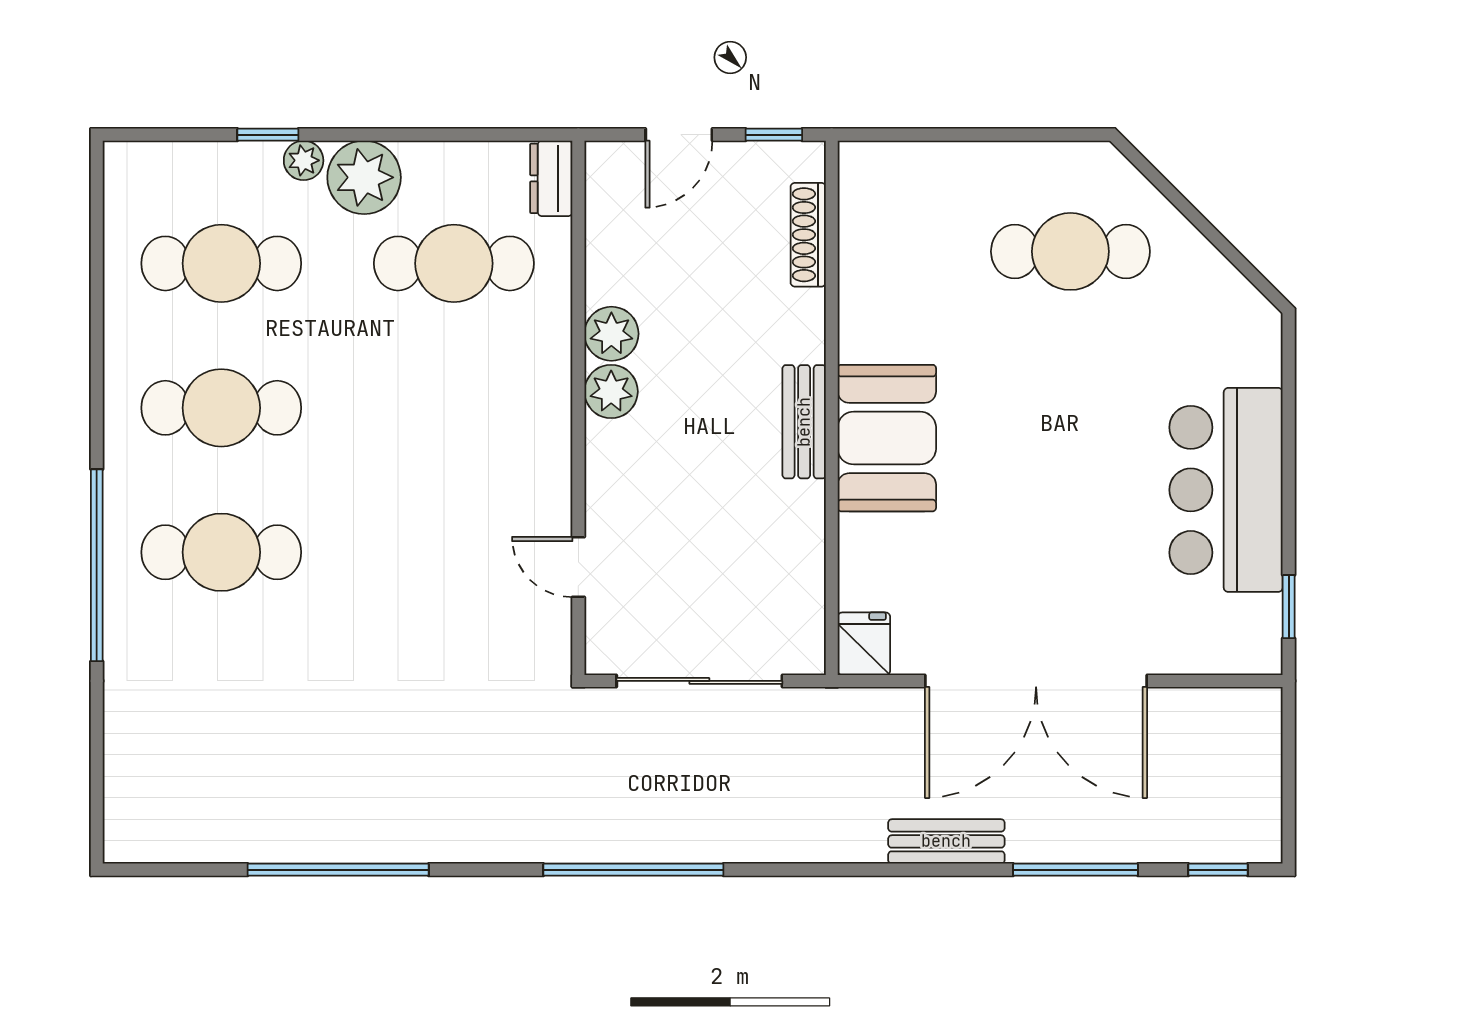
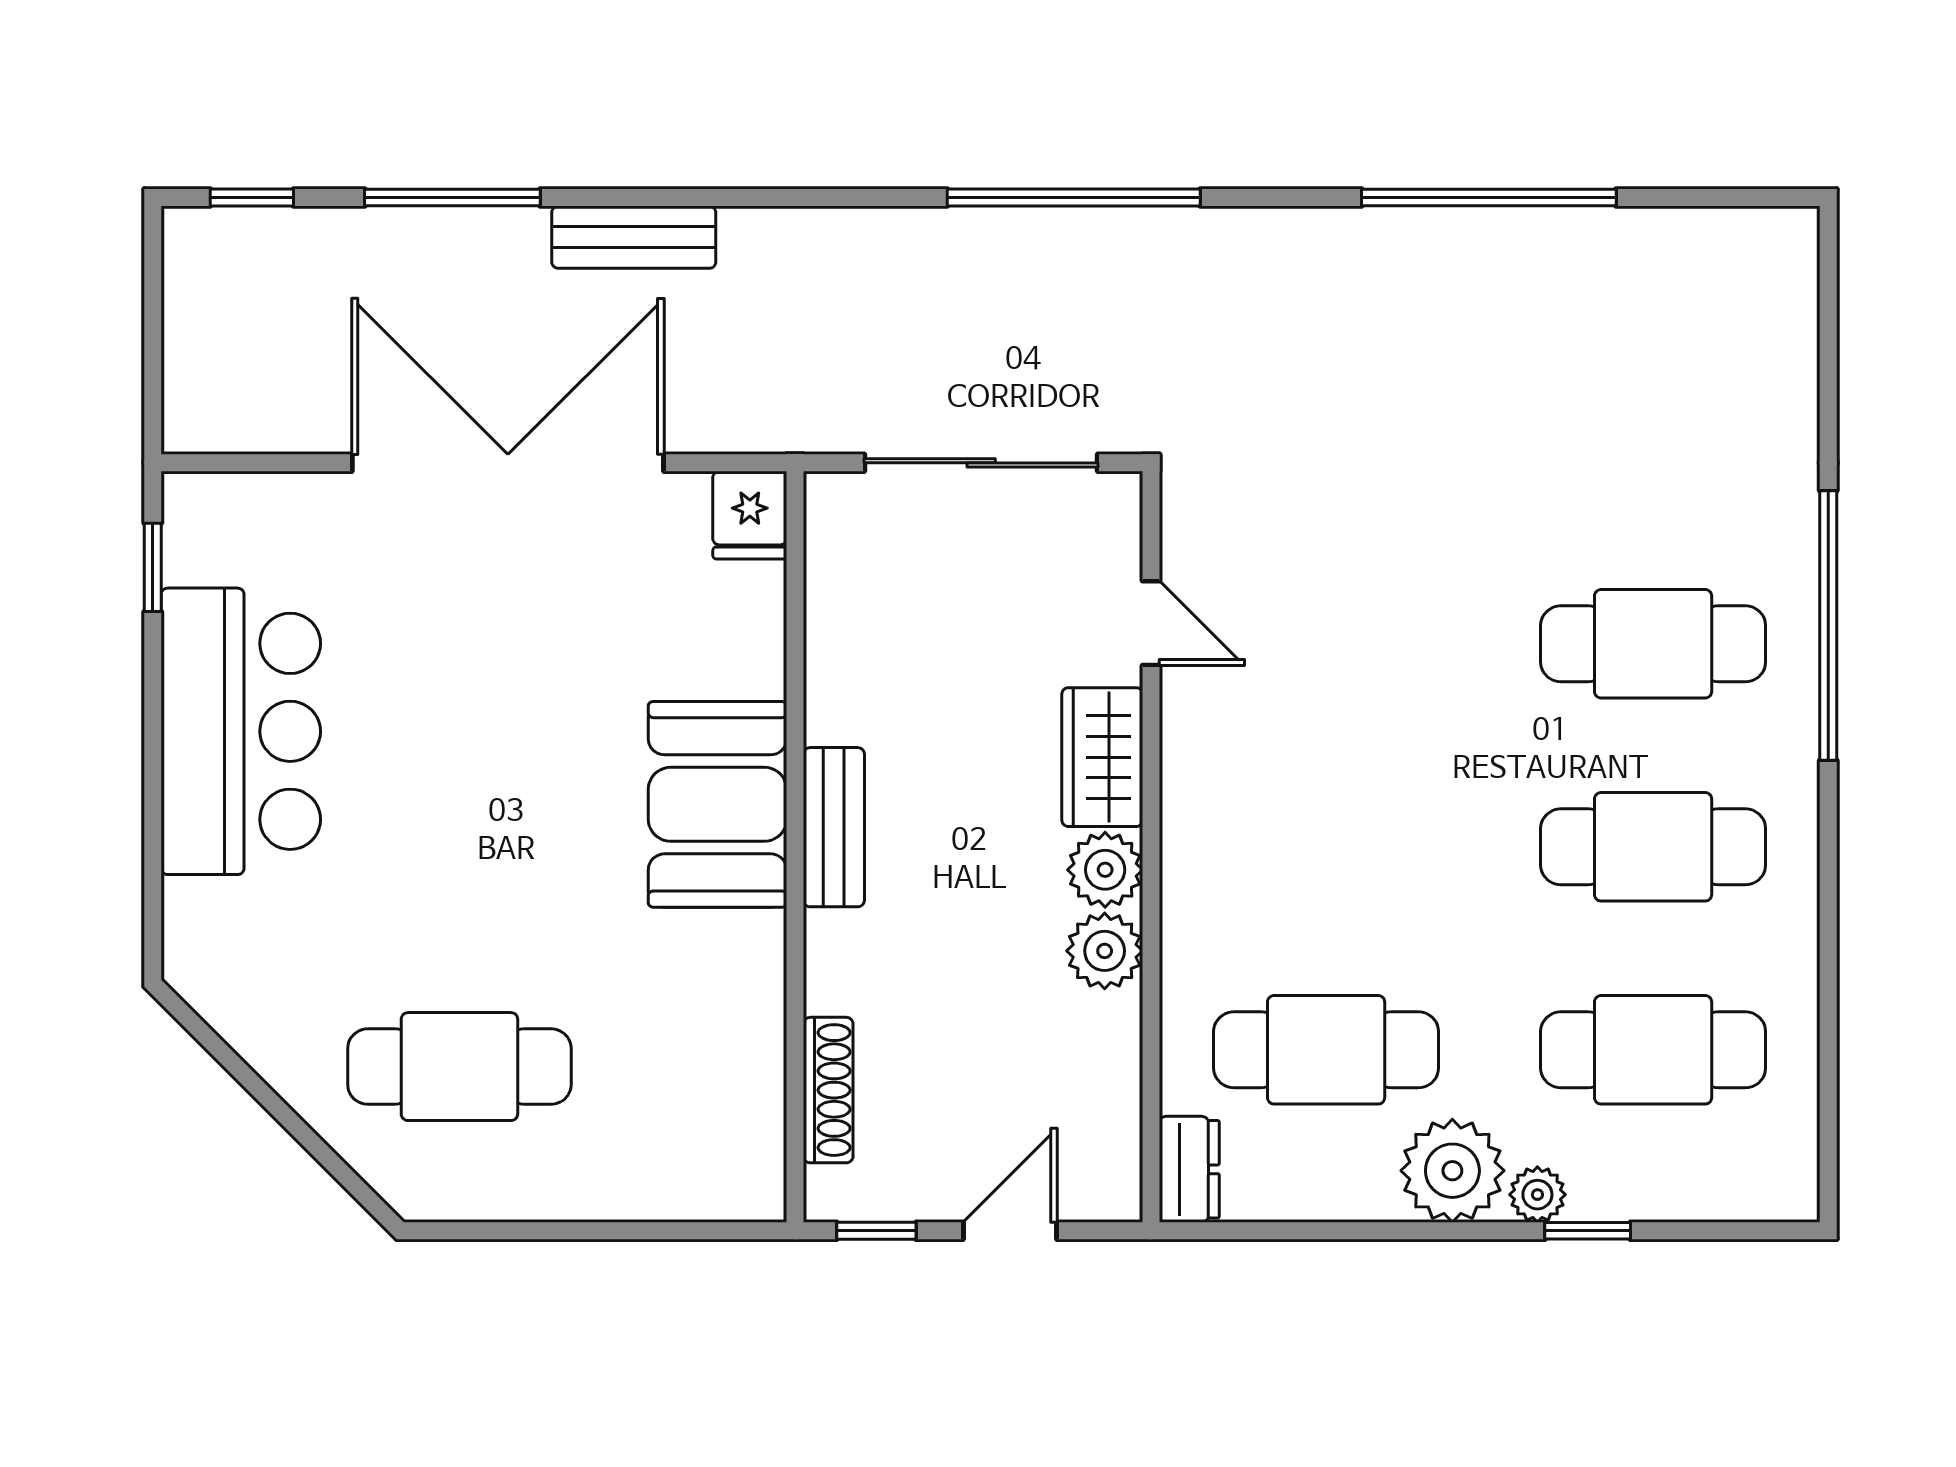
wardrobe: (613, 472) -> (1102, 757), added

